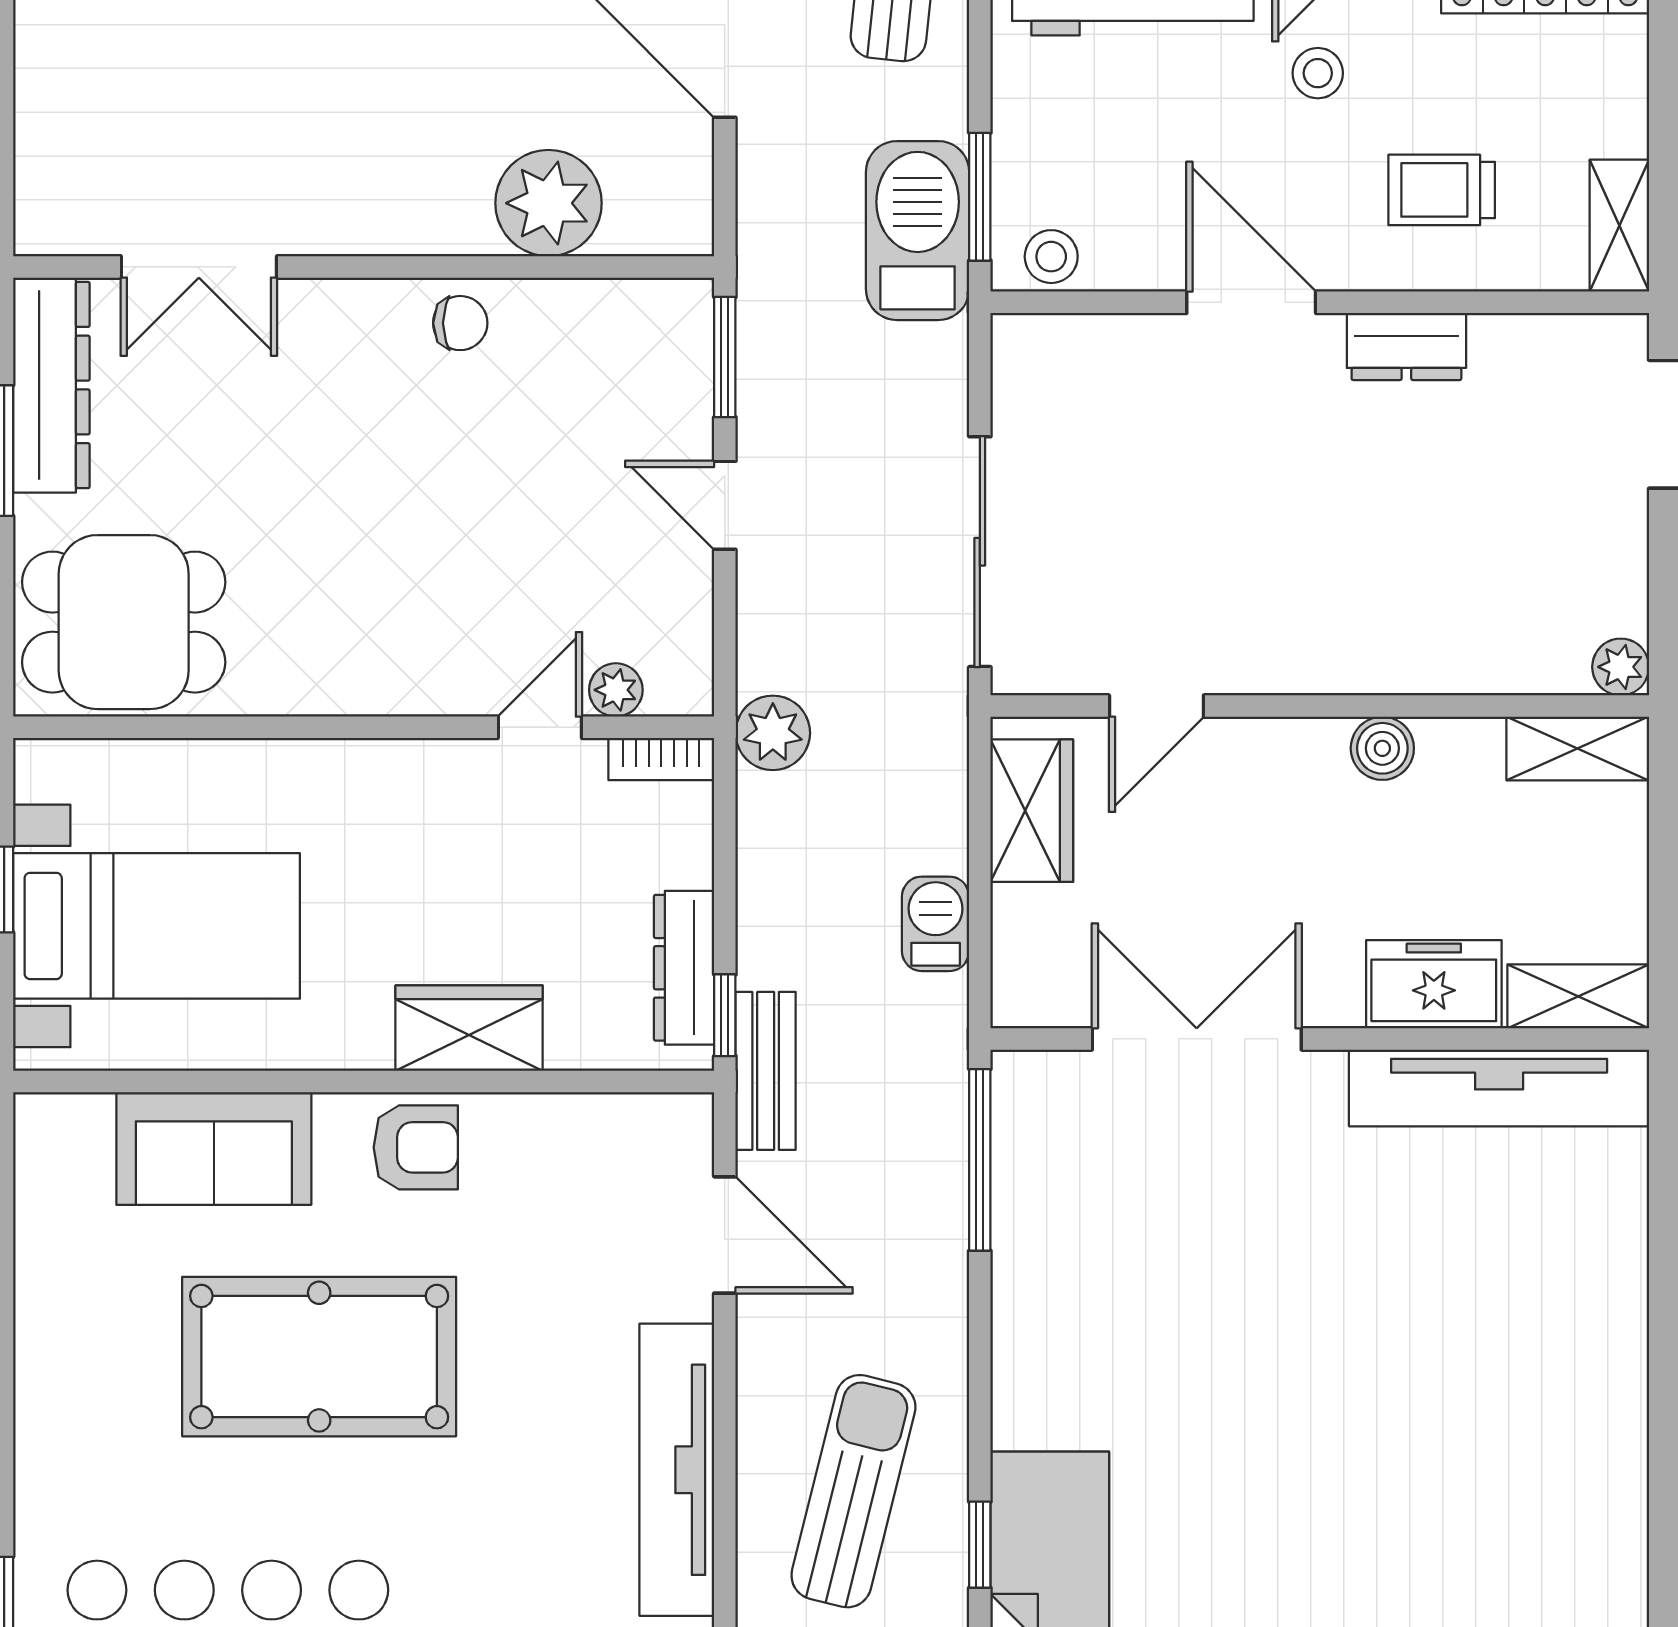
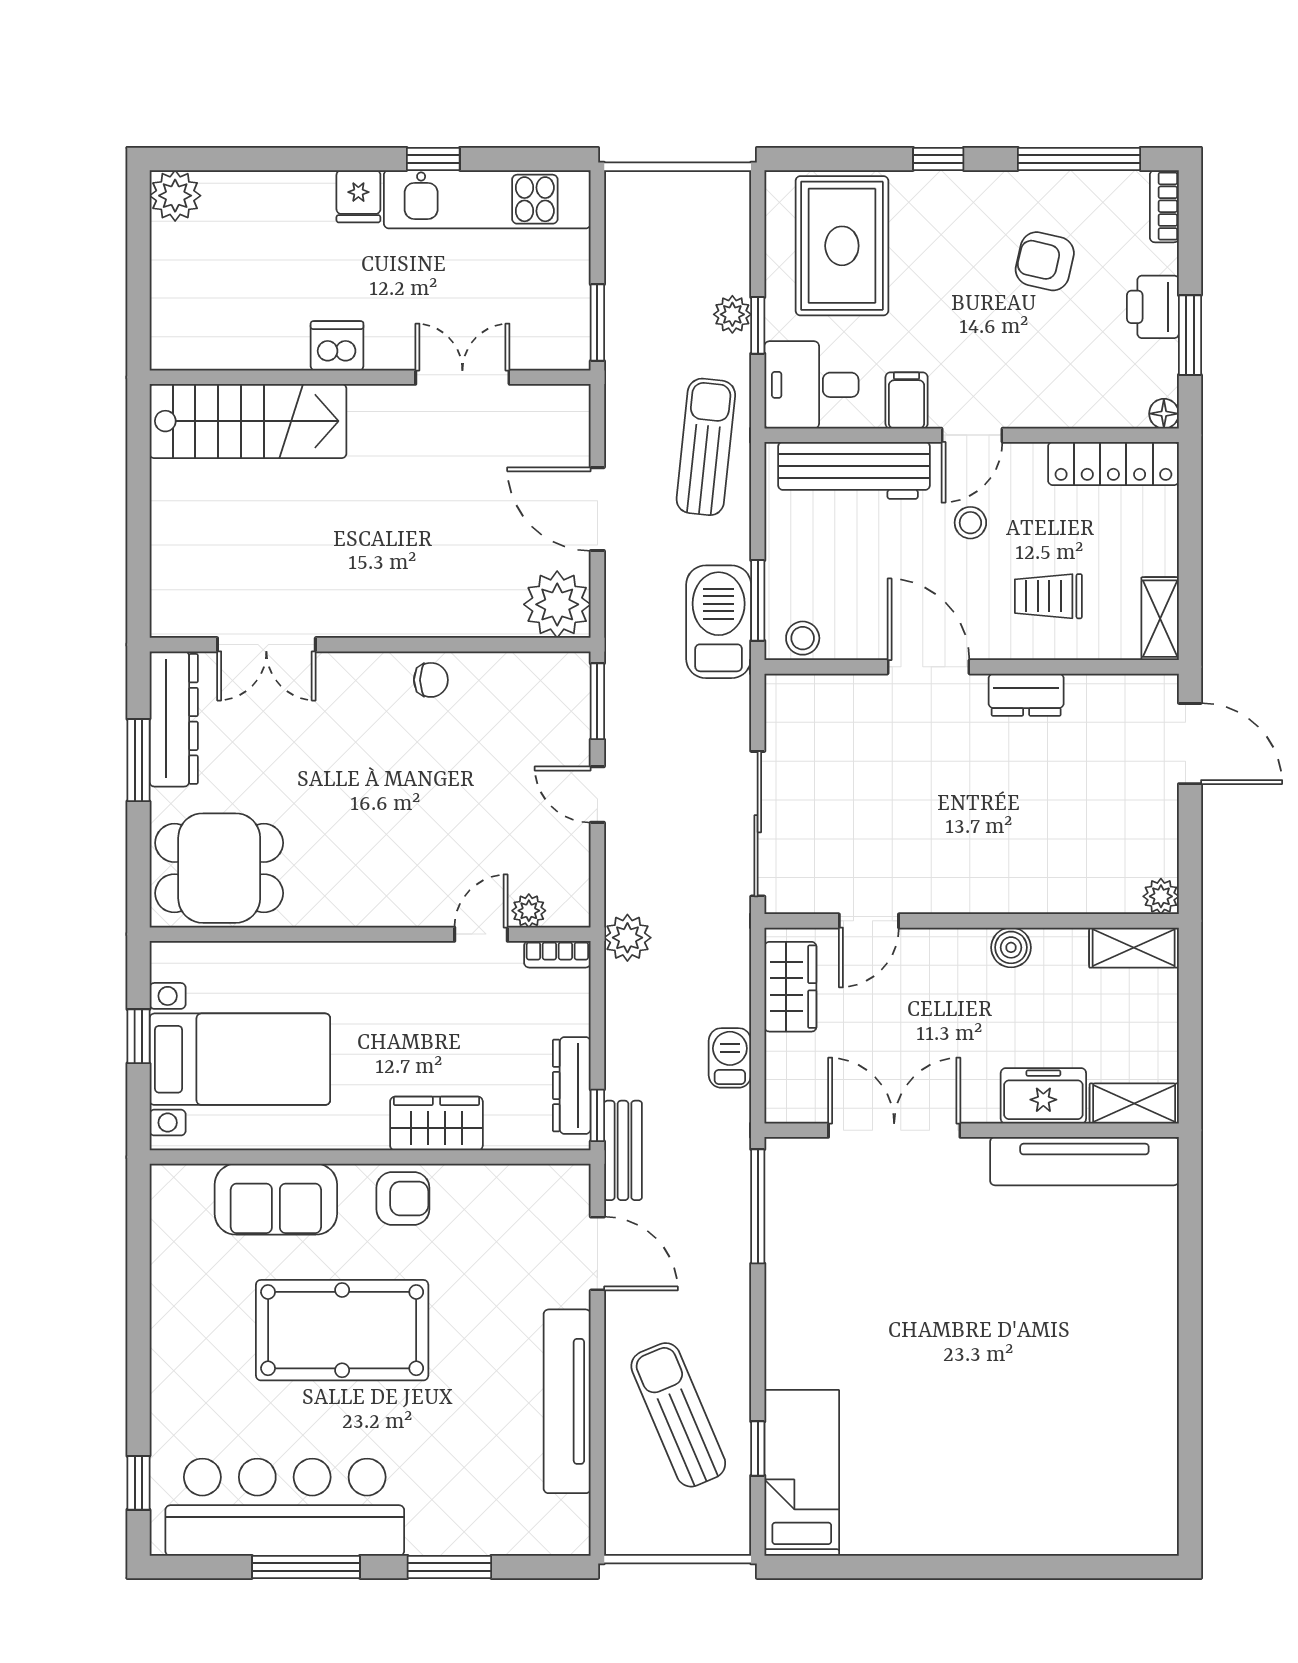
plant: (548, 203) -> (557, 604), moved
sun lounger: (853, 1491) -> (678, 1415), turned -37

